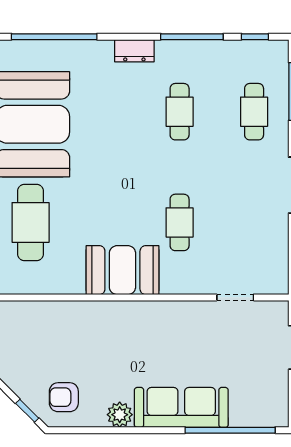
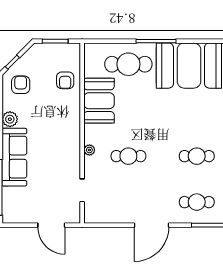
booth: (122, 270) -> (99, 101), moved
plant: (170, 286) -> (89, 150), added
armchair: (57, 325) -> (65, 80), added

